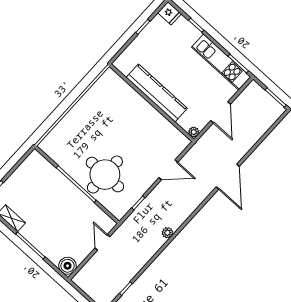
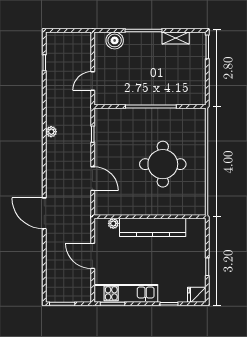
plant: (194, 132) -> (113, 223), moved
door: (168, 170) -> (93, 179), swing flipped
round table: (105, 175) -> (163, 164), moved
door: (102, 242) -> (93, 81), swing flipped
boiler: (68, 266) -> (115, 40), moved

